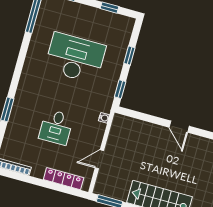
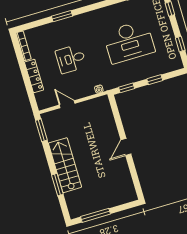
desk: (75, 58) -> (129, 42), turned 90
locker: (64, 179) -> (34, 76), moved

